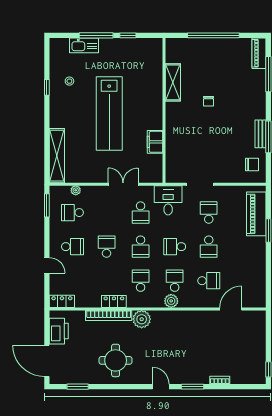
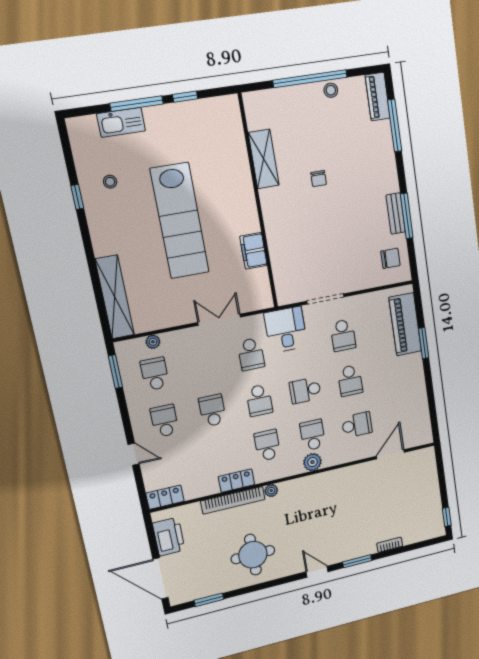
stool: (226, 45) -> (331, 90), added
school desk: (72, 213) -> (155, 374), turned 90
school desk: (209, 213) -> (343, 335), turned 180
school desk: (72, 247) -> (165, 421), turned -90
plant: (142, 319) -> (271, 491), width x0.53, depth x0.53

